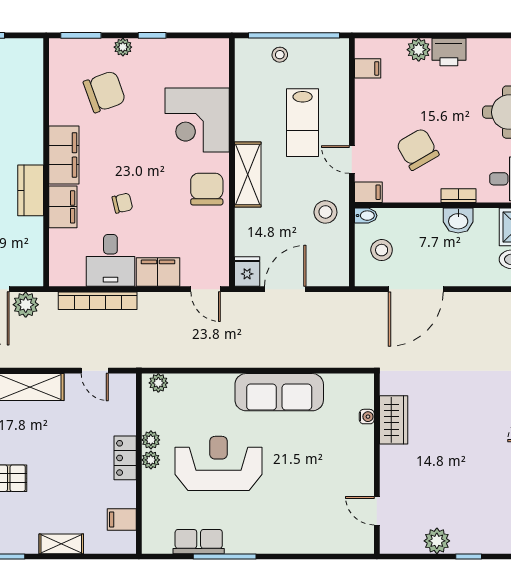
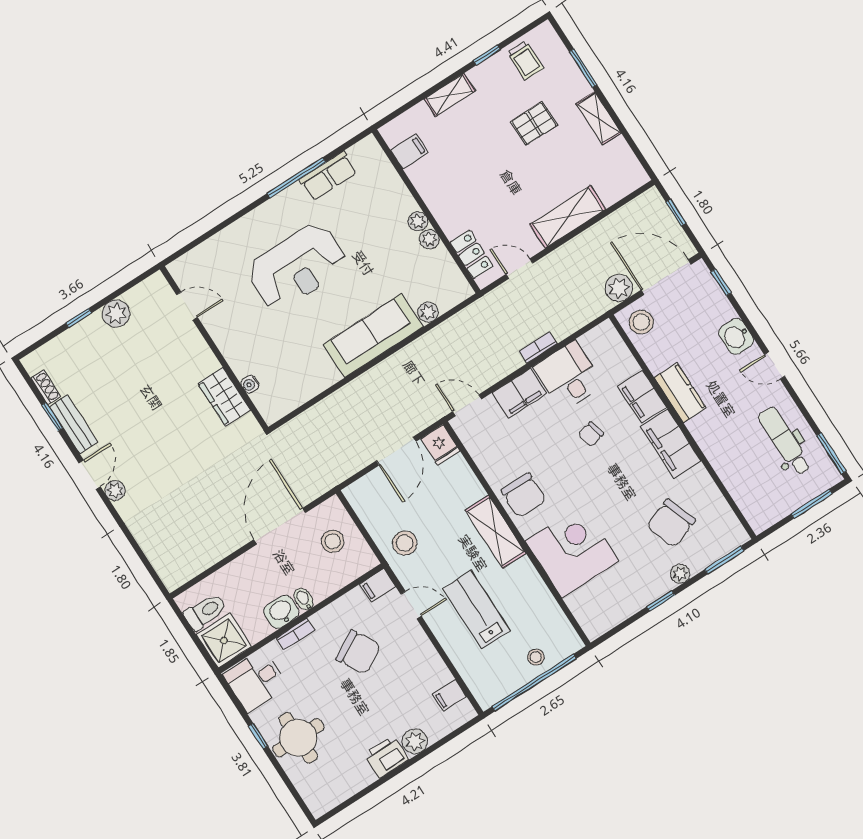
bidet: (366, 216) -> (304, 599), moved, turned 90
stool: (25, 266) -> (641, 322), added
bookcase: (98, 301) -> (538, 348), width x0.43, depth x0.76
plant: (158, 383) -> (428, 312), moved
sofa: (279, 392) -> (373, 336), moved
locker: (125, 458) -> (471, 254), moved
reception desk: (219, 463) -> (297, 267), moved

